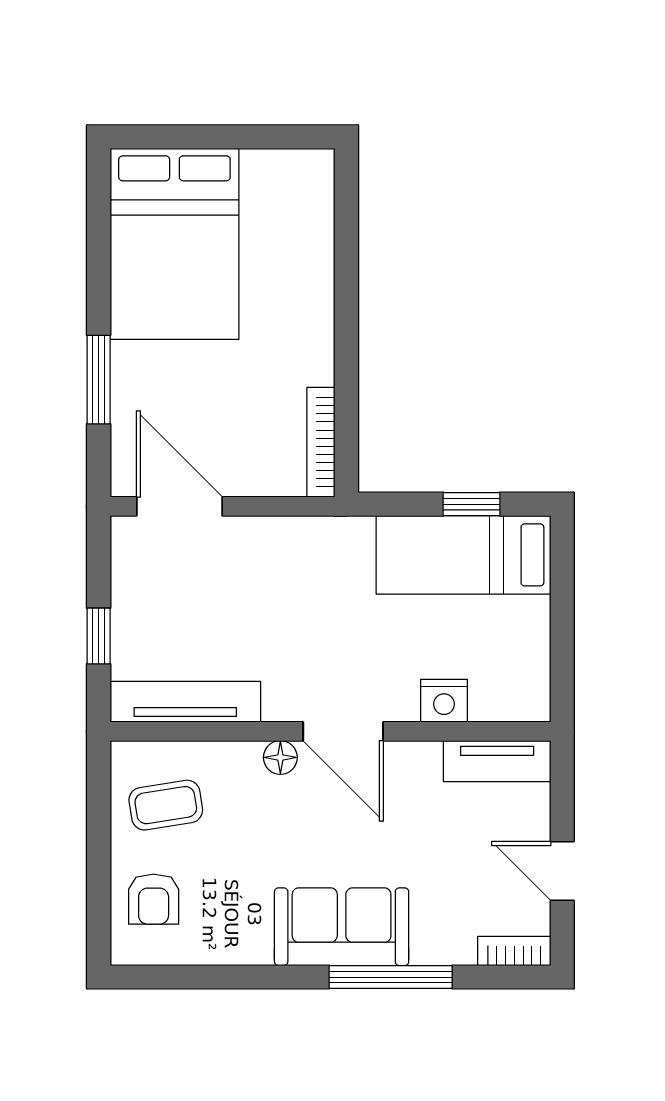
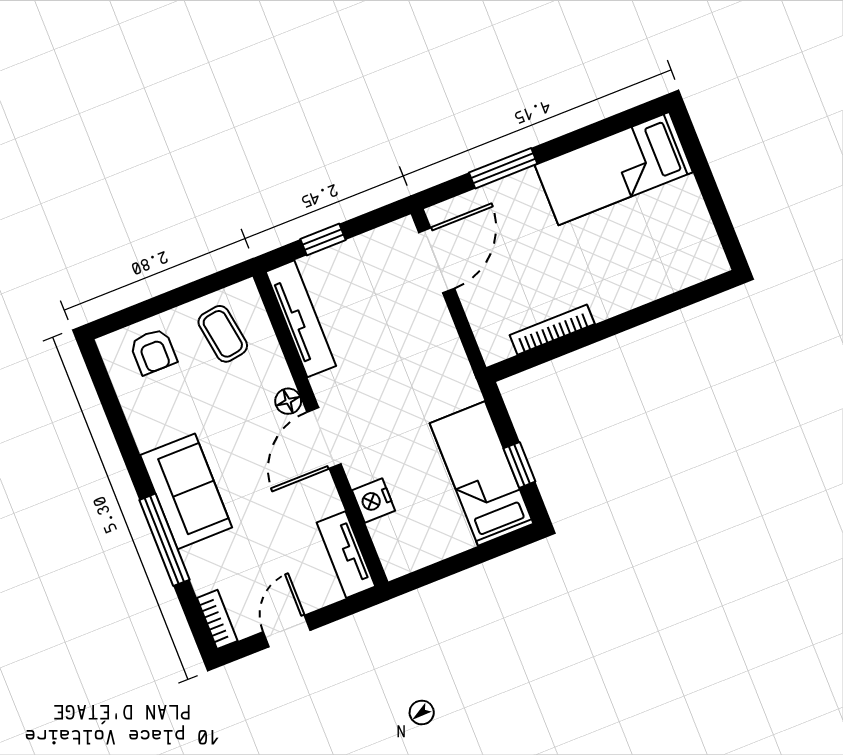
bed: (174, 244) -> (614, 169), width x0.67
bookcase: (321, 442) -> (552, 330), moved
armchair: (154, 899) -> (153, 351), turned -90

